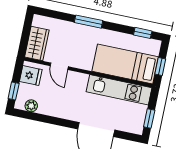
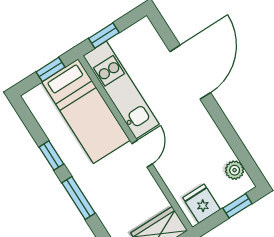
window: (143, 33) -> (51, 156), moved
door: (59, 66) -> (142, 154), moved
window: (149, 119) -> (104, 35), moved

